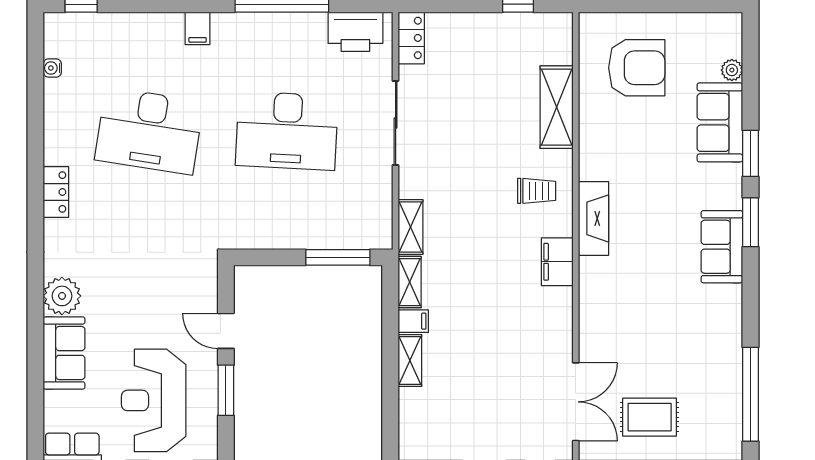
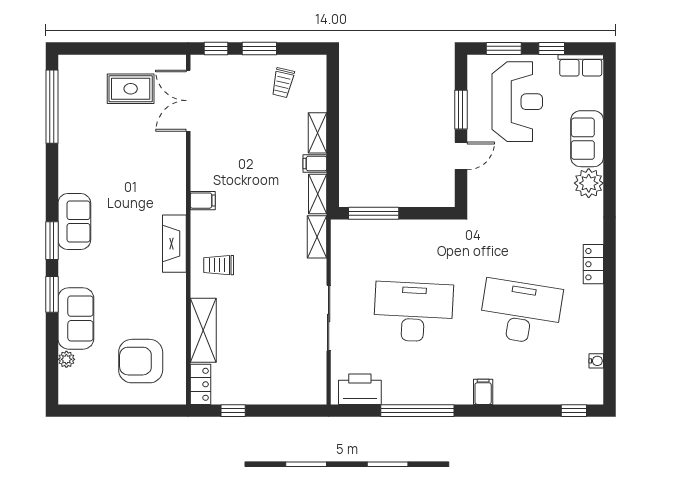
locker: (411, 38) -> (200, 384), moved, turned 180
filing cabinet: (557, 262) -> (203, 201), width x0.50
door: (226, 331) -> (461, 156), hinge flipped
trolley: (454, 425) -> (283, 83), added

